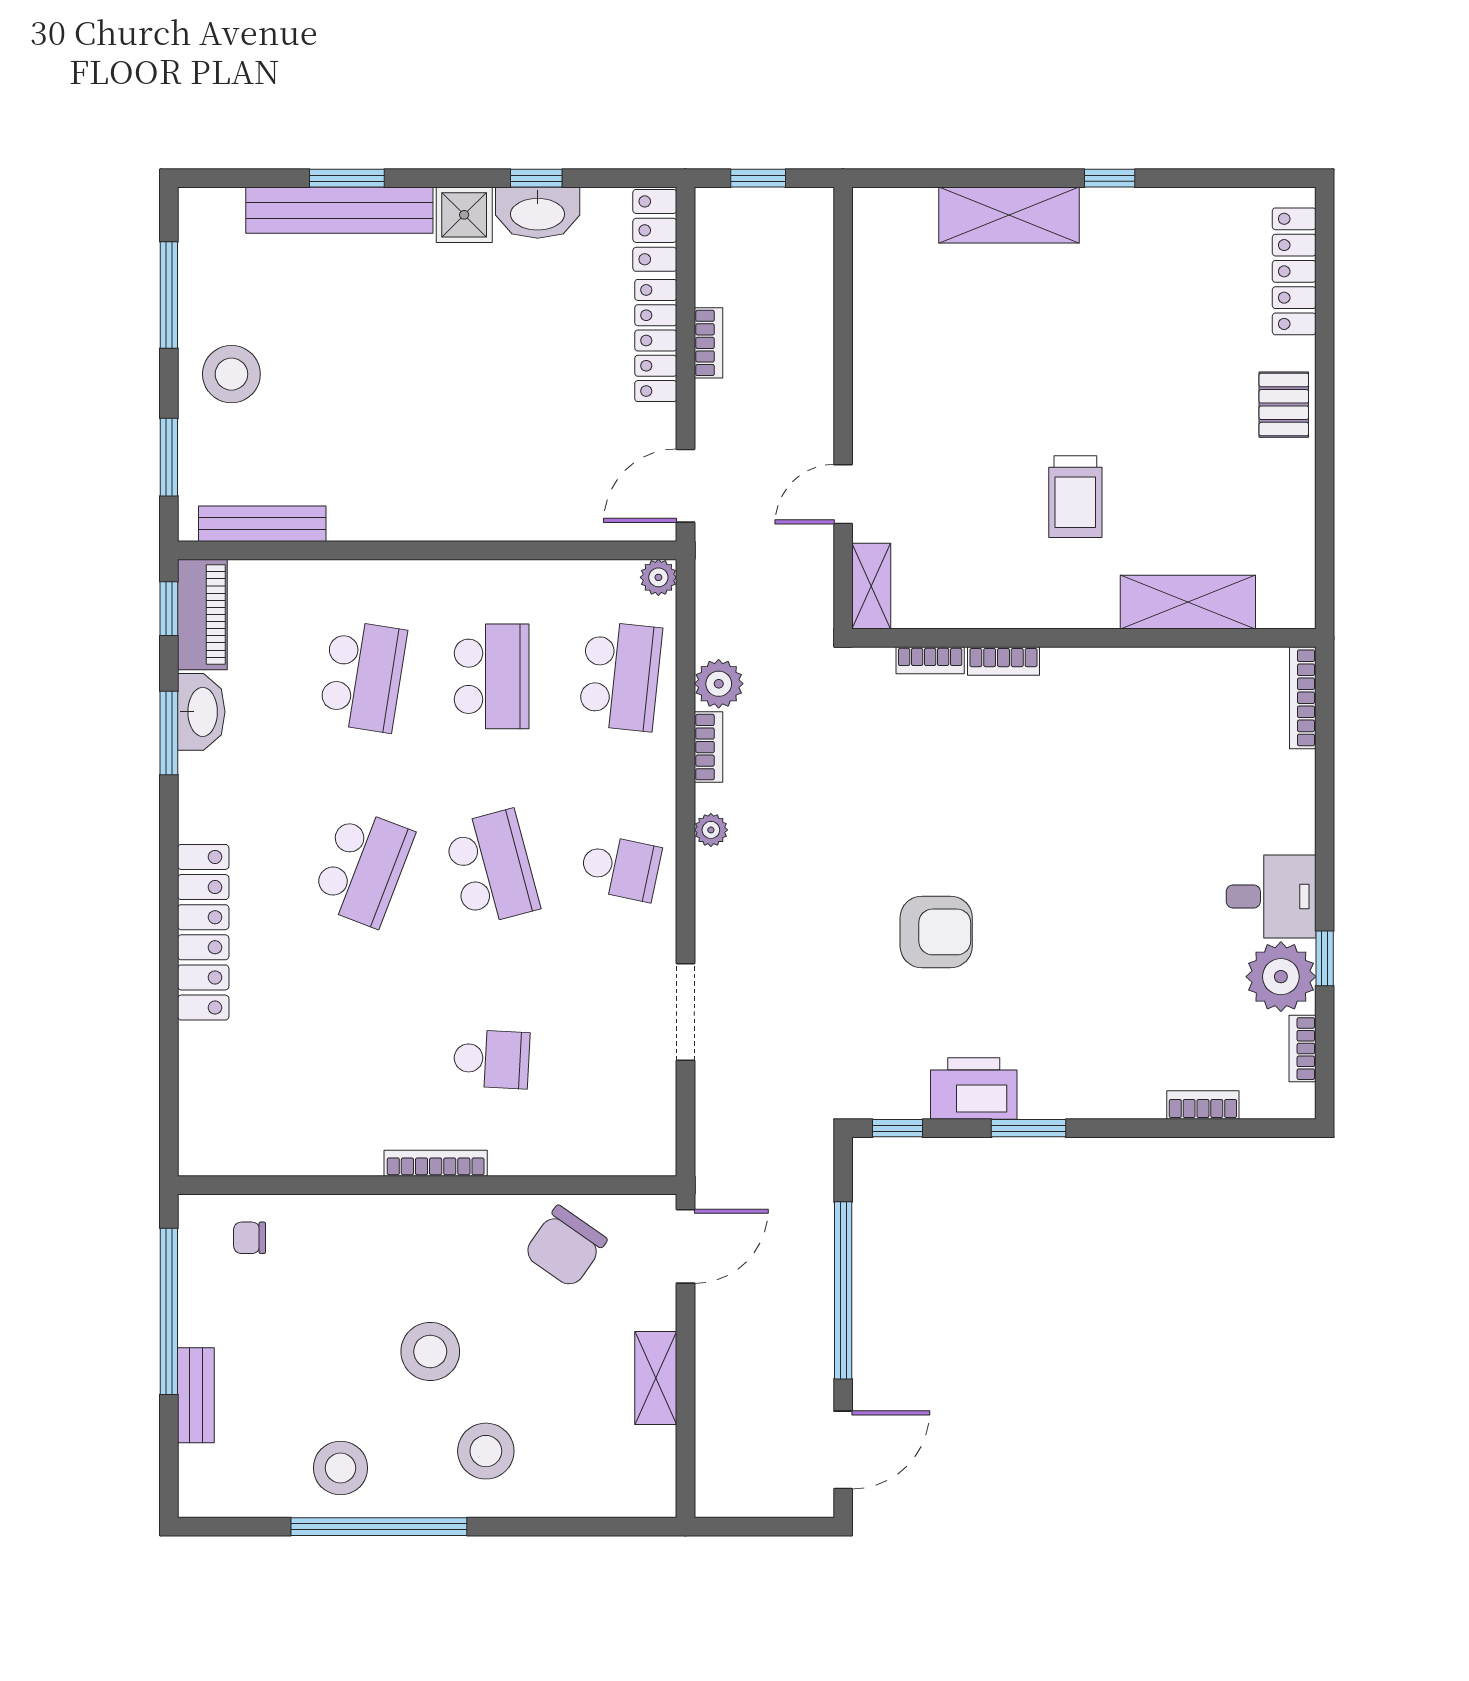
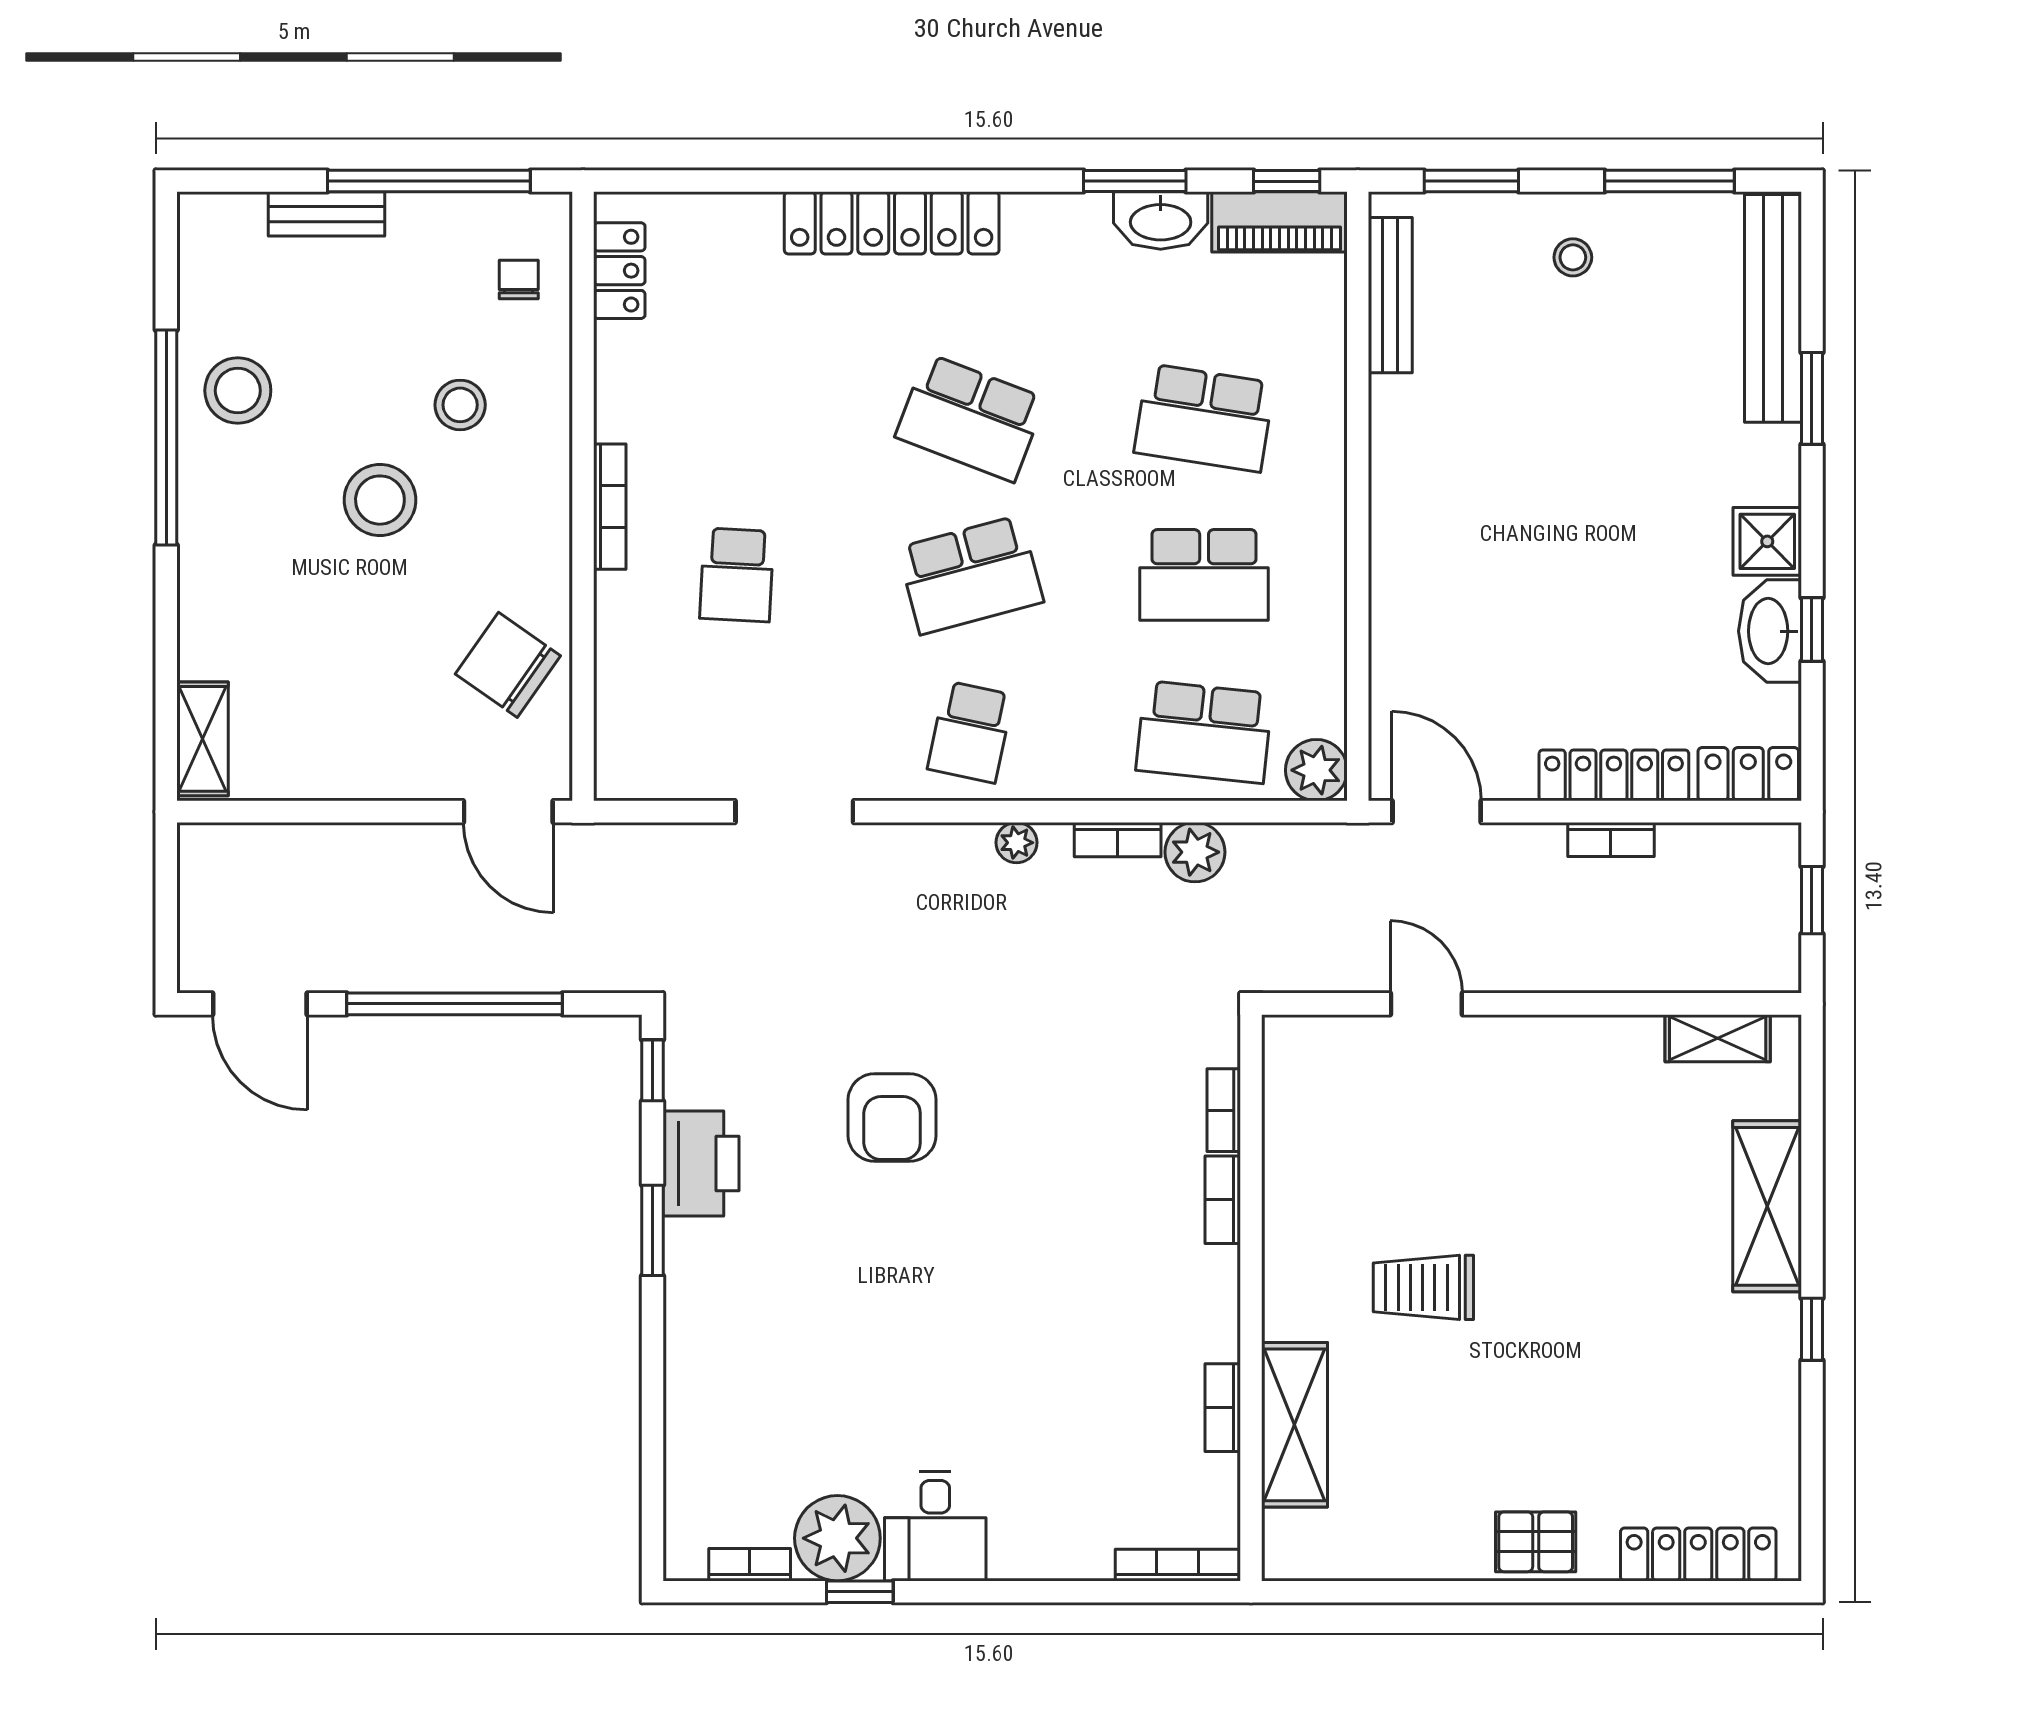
bench: (339, 210) -> (1773, 308), moved
stool: (231, 374) -> (1573, 257), width x0.53, depth x0.53
plant: (658, 577) -> (1316, 770), width x1.38, depth x1.38
shelving: (871, 586) -> (1718, 1038), moved
bookcase: (1203, 1105) -> (1223, 1408), moved, turned 180
locker: (242, 1155) -> (619, 271), added
shelving: (656, 1378) -> (203, 739), moved, turned 90
stool: (486, 1451) -> (460, 405), moved, width x0.73, depth x0.73

